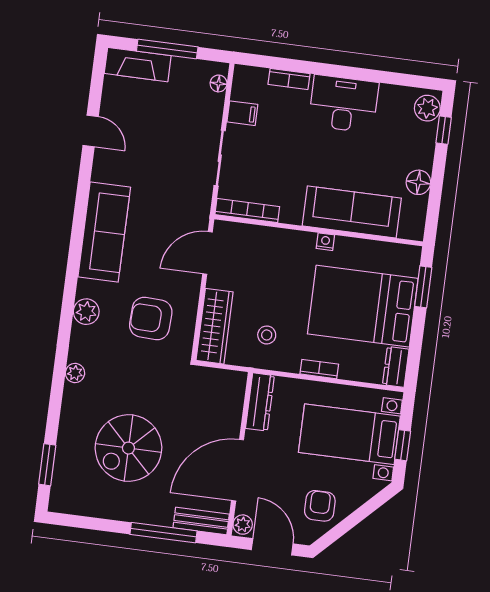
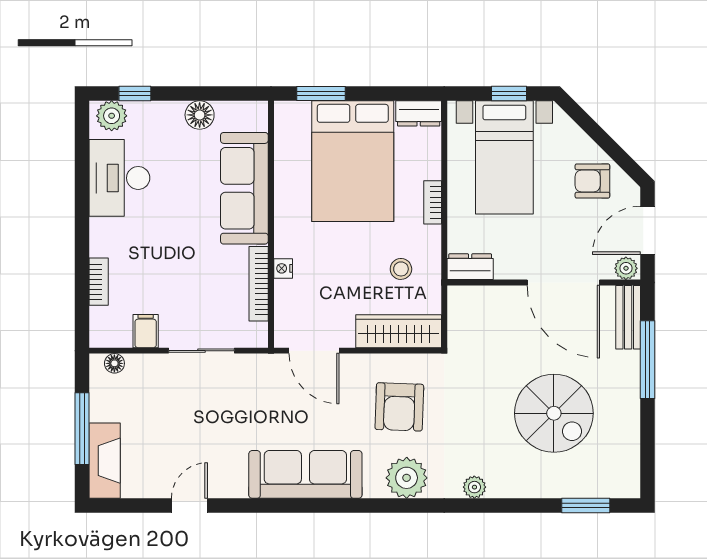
desk: (344, 104) -> (119, 178), moved
bookcase: (247, 211) -> (259, 284), moved
nightstand: (325, 242) -> (283, 268), moved
plant: (86, 312) -> (407, 478), width x1.36, depth x1.36
dresser: (260, 402) -> (470, 267), width x0.70

